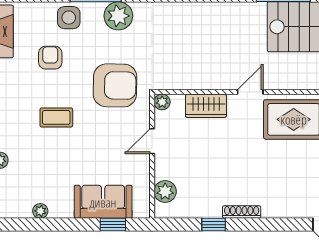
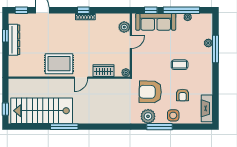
armchair: (115, 85) -> (150, 92), moved
door: (152, 141) -> (131, 42), moved
sofa: (103, 202) -> (156, 22), width x1.36
window: (53, 225) -> (181, 10), added
window: (214, 225) -> (83, 10), moved

